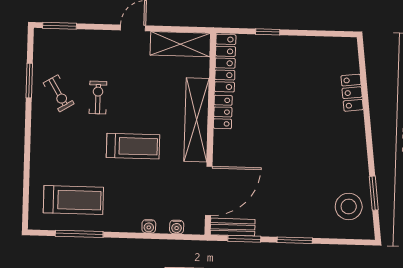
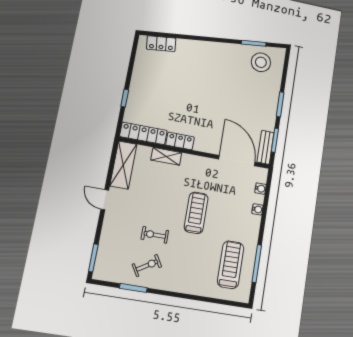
locker: (352, 93) -> (161, 44), moved
shelving: (196, 120) -> (166, 156), width x0.45, depth x0.75

